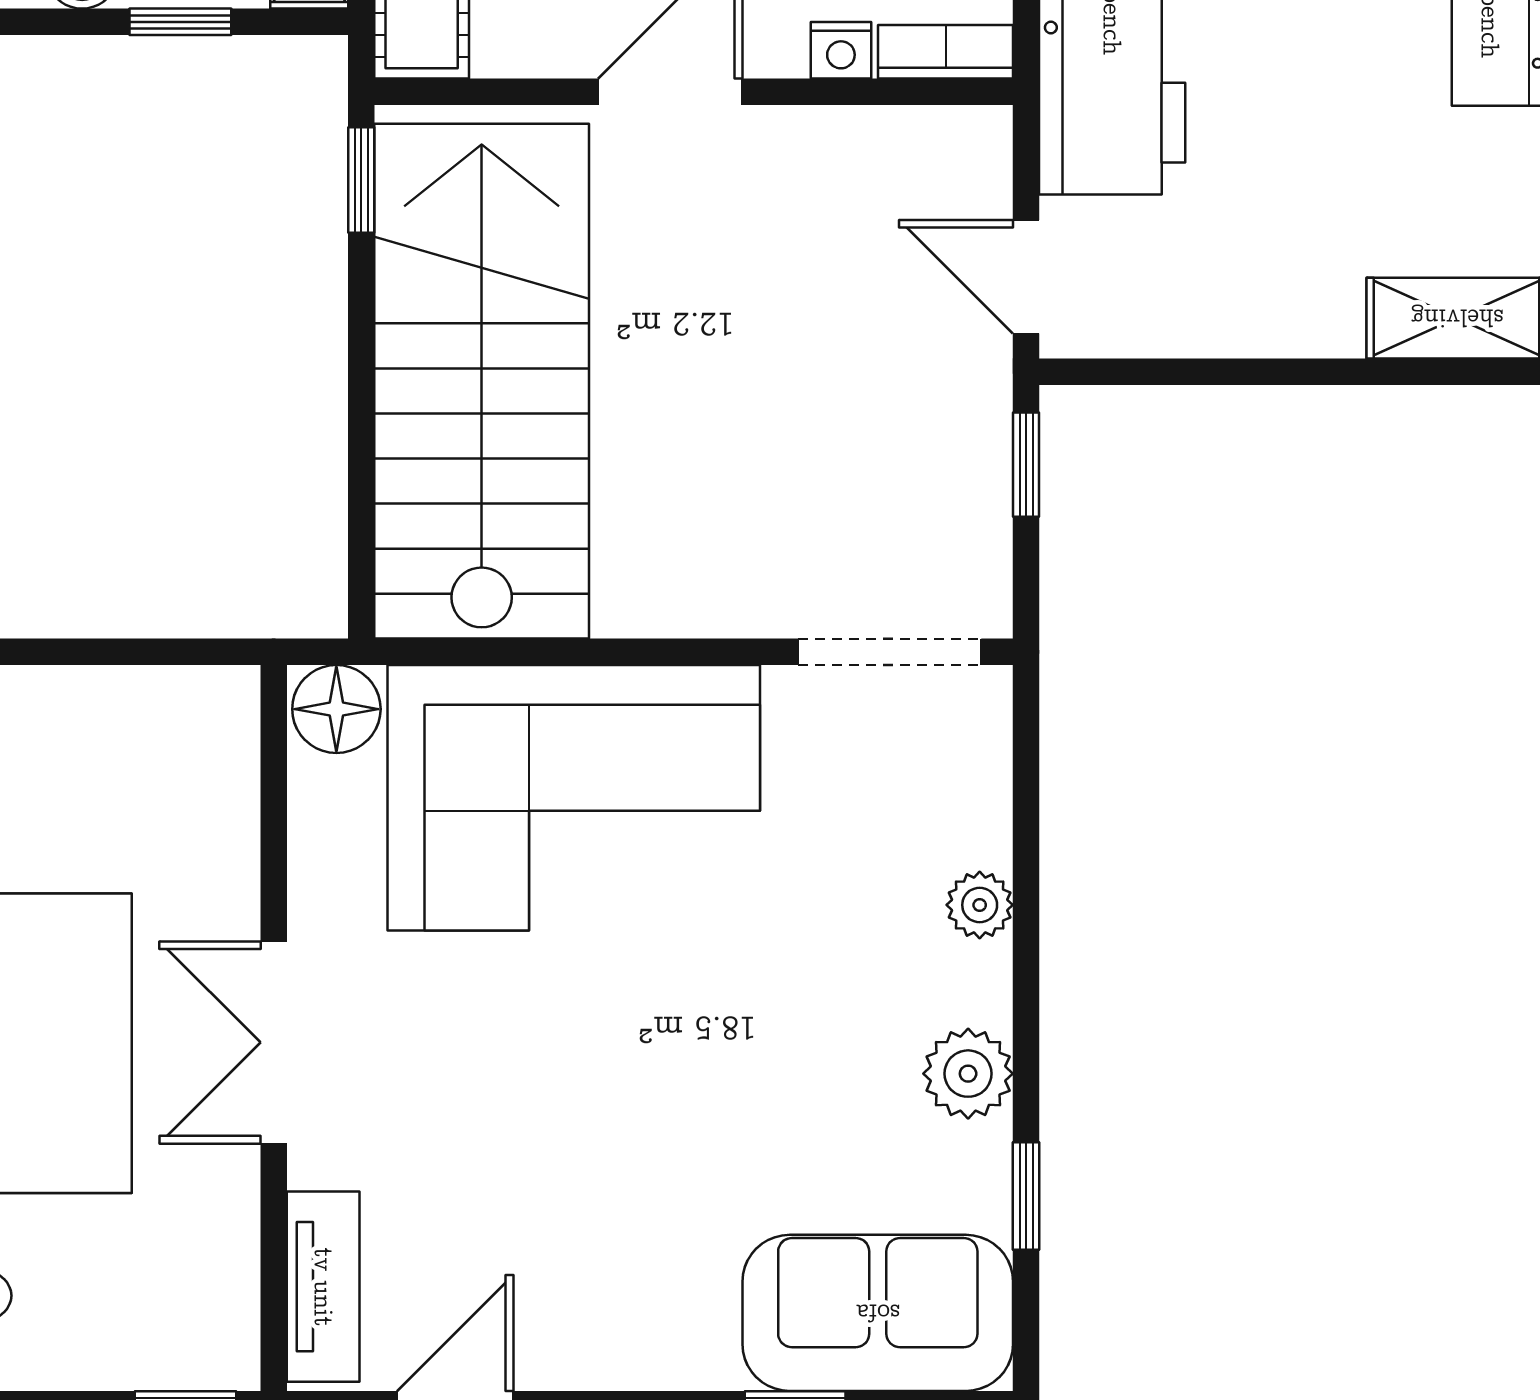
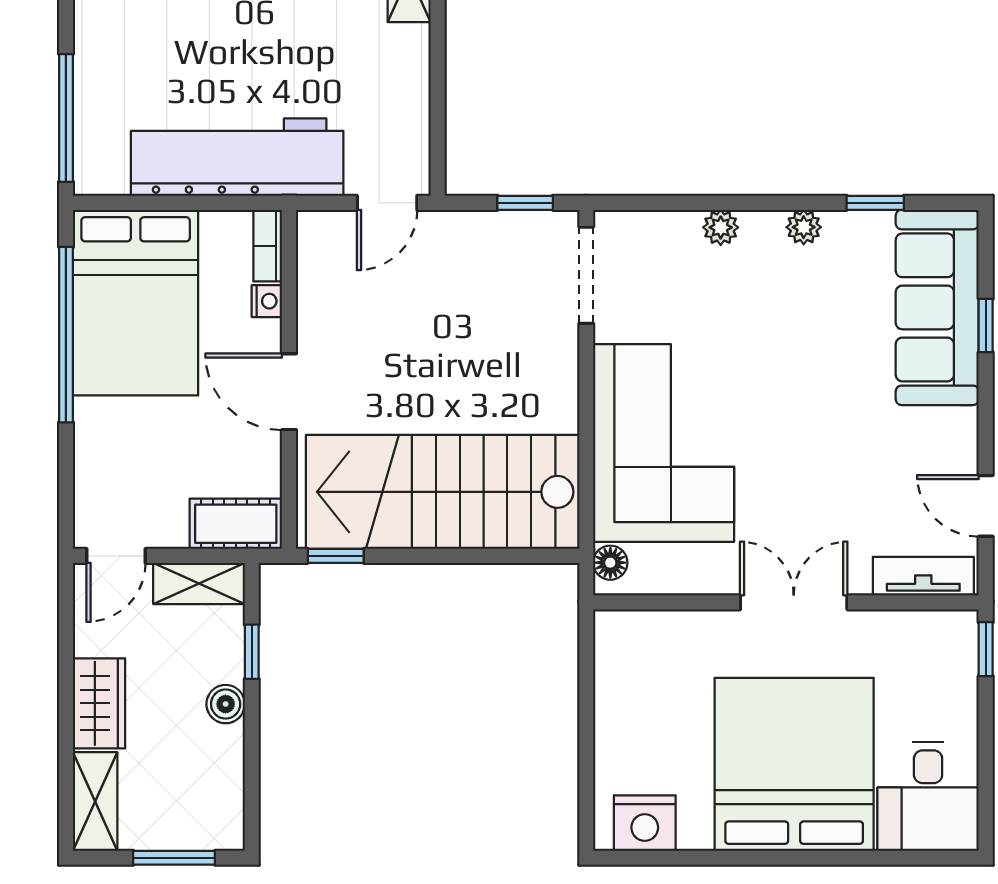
window: (1026, 465) -> (525, 203), moved
floor lamp: (336, 709) -> (610, 563), width x0.73, depth x0.73
double door: (274, 1042) -> (794, 602), swing flipped
plant: (968, 1074) -> (804, 227), width x0.73, depth x0.73
sofa: (878, 1313) -> (937, 307), width x1.36

